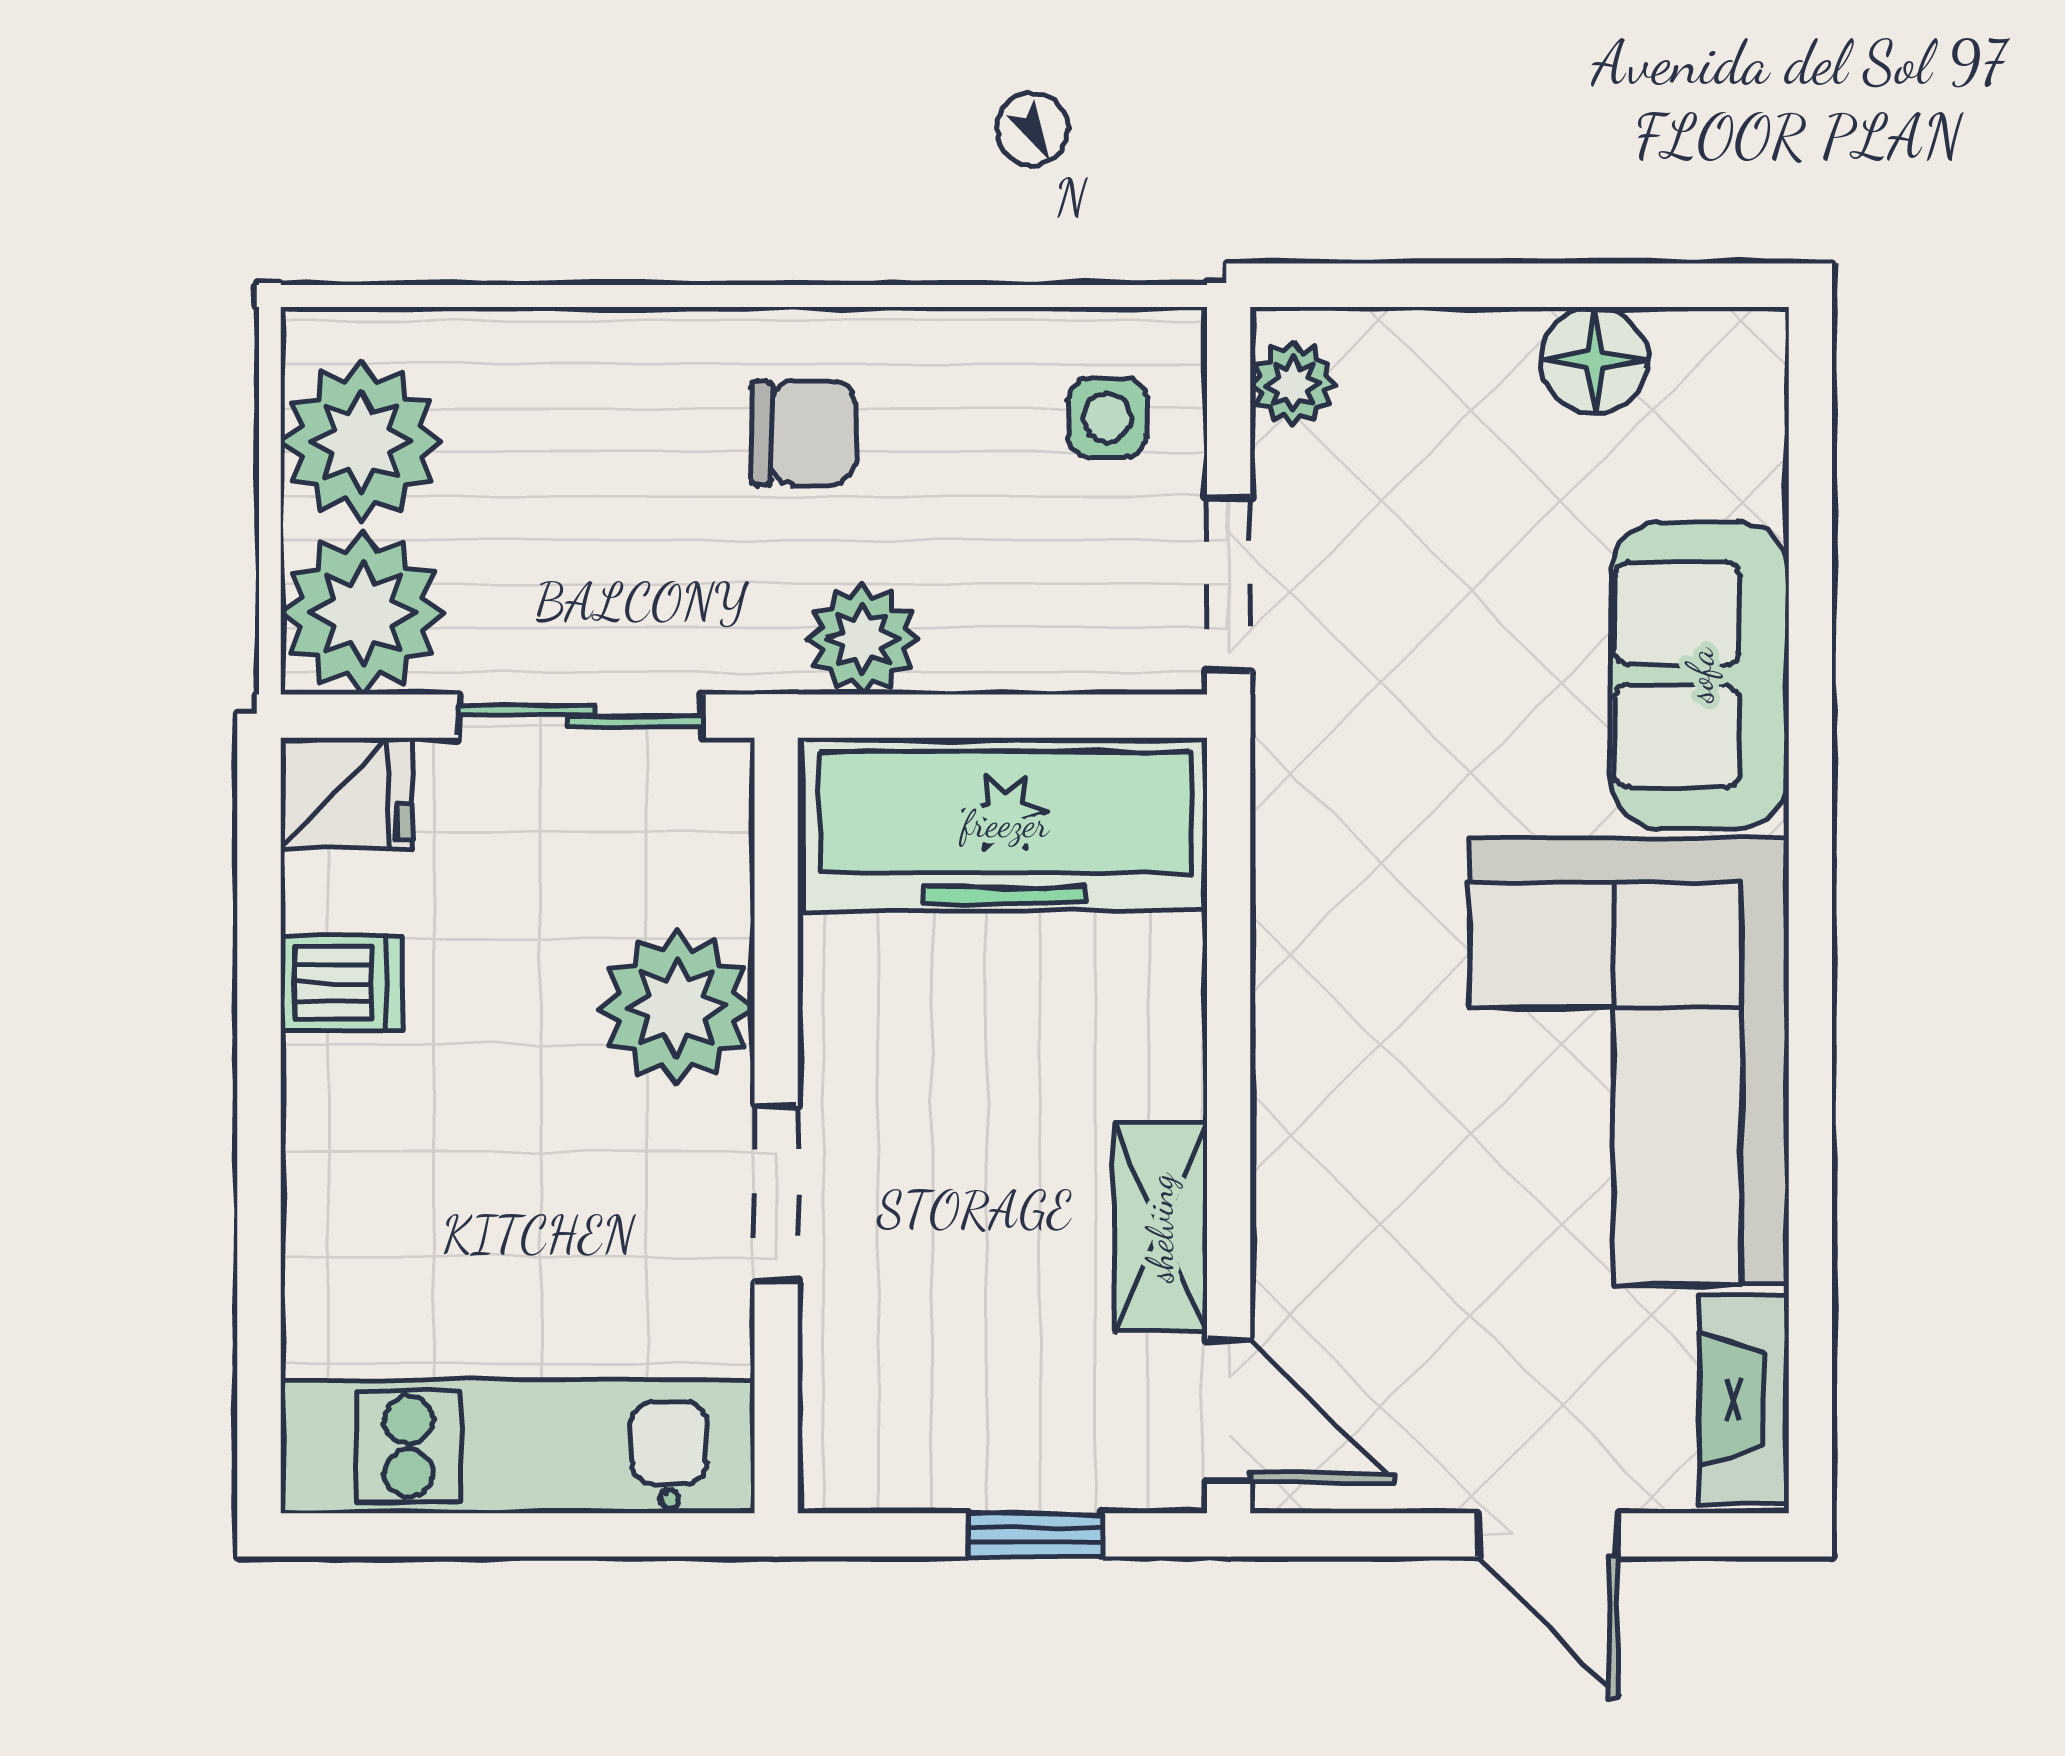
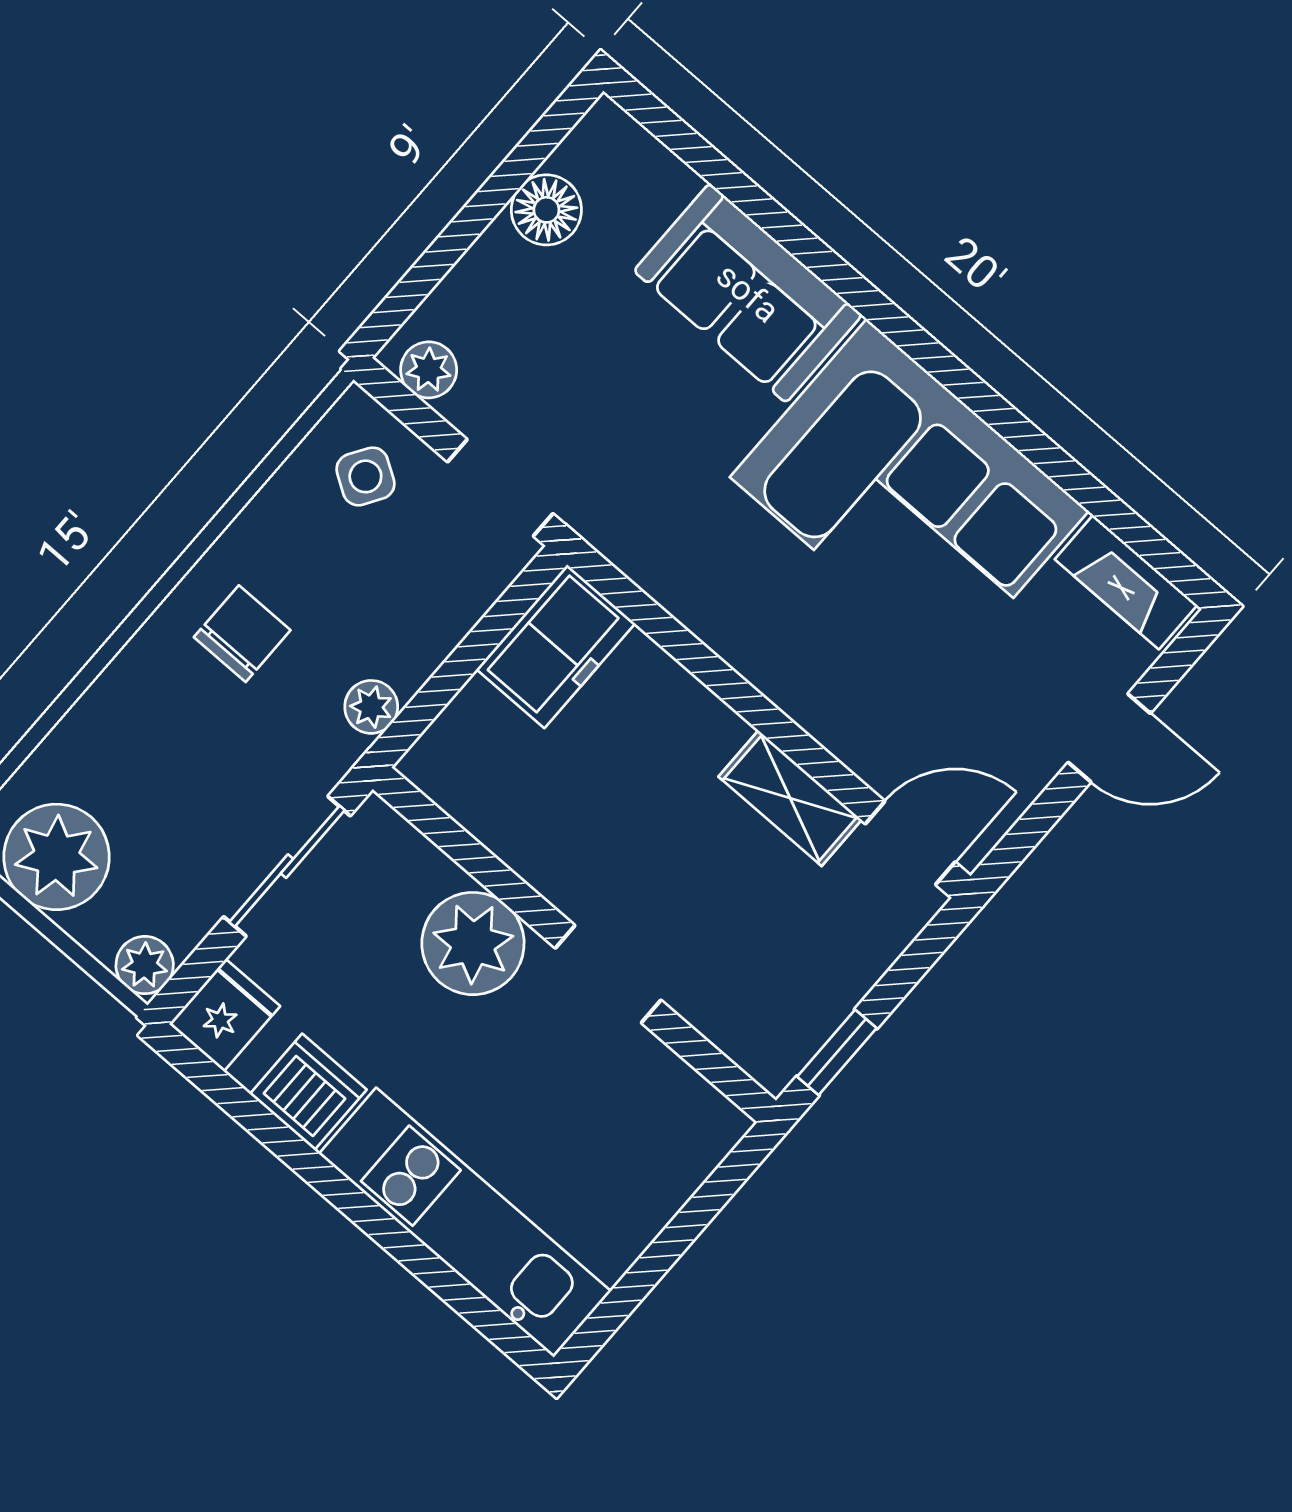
side table: (1107, 418) -> (365, 476), turned 32
plant: (363, 613) -> (145, 965), width x0.53, depth x0.53
plant: (863, 639) -> (371, 707), width x0.73, depth x0.73
freezer: (1005, 824) -> (556, 646), width x0.52, depth x0.79
dishwasher: (342, 983) -> (308, 1092), width x1.38
kitchen unit: (518, 1447) -> (465, 1222), moved, turned 90
window: (1035, 1535) -> (837, 1052), moved

